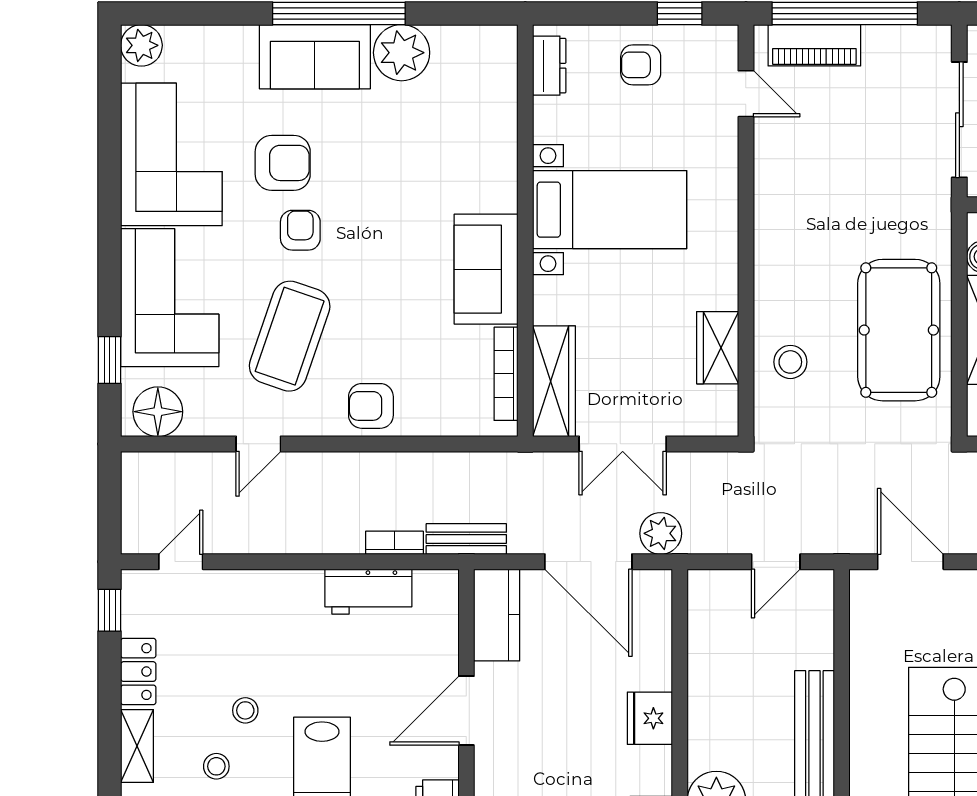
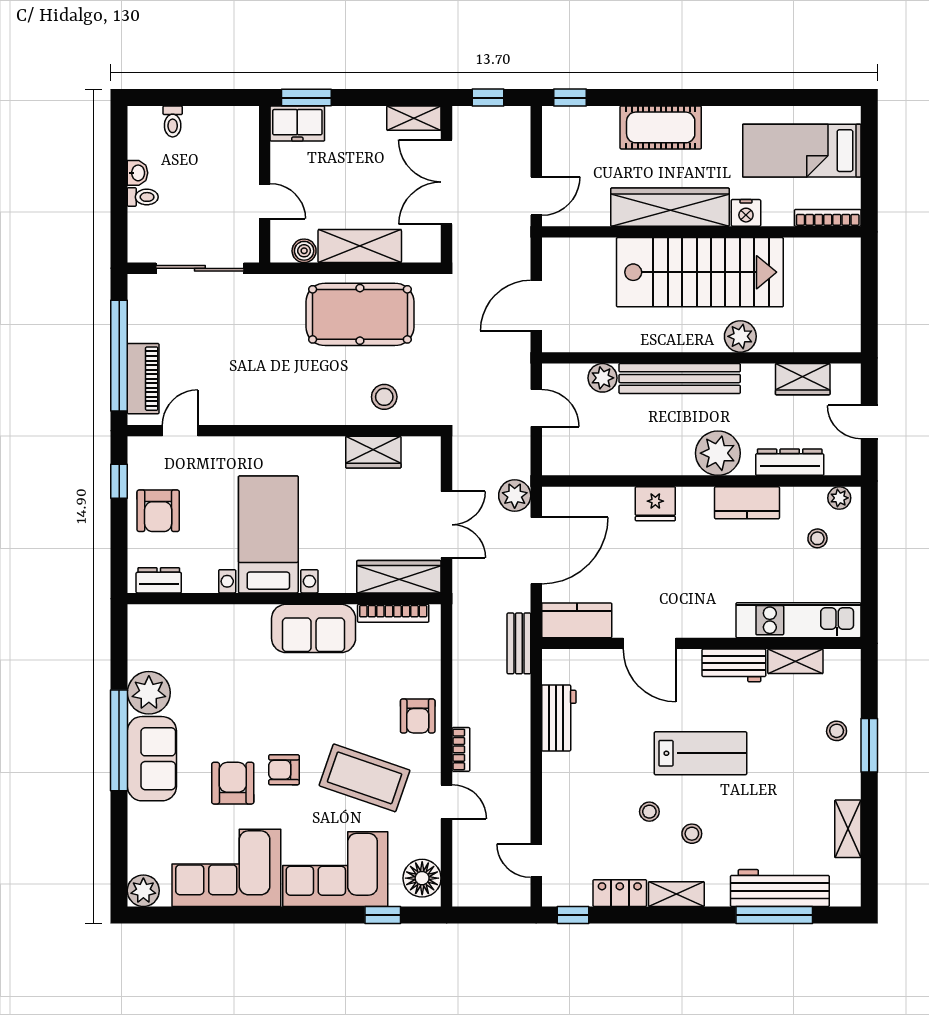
armchair: (641, 65) -> (158, 511), width x1.38, depth x1.38
bookcase: (394, 543) -> (461, 749), moved, turned 180
plant: (815, 649) -> (602, 378), added

